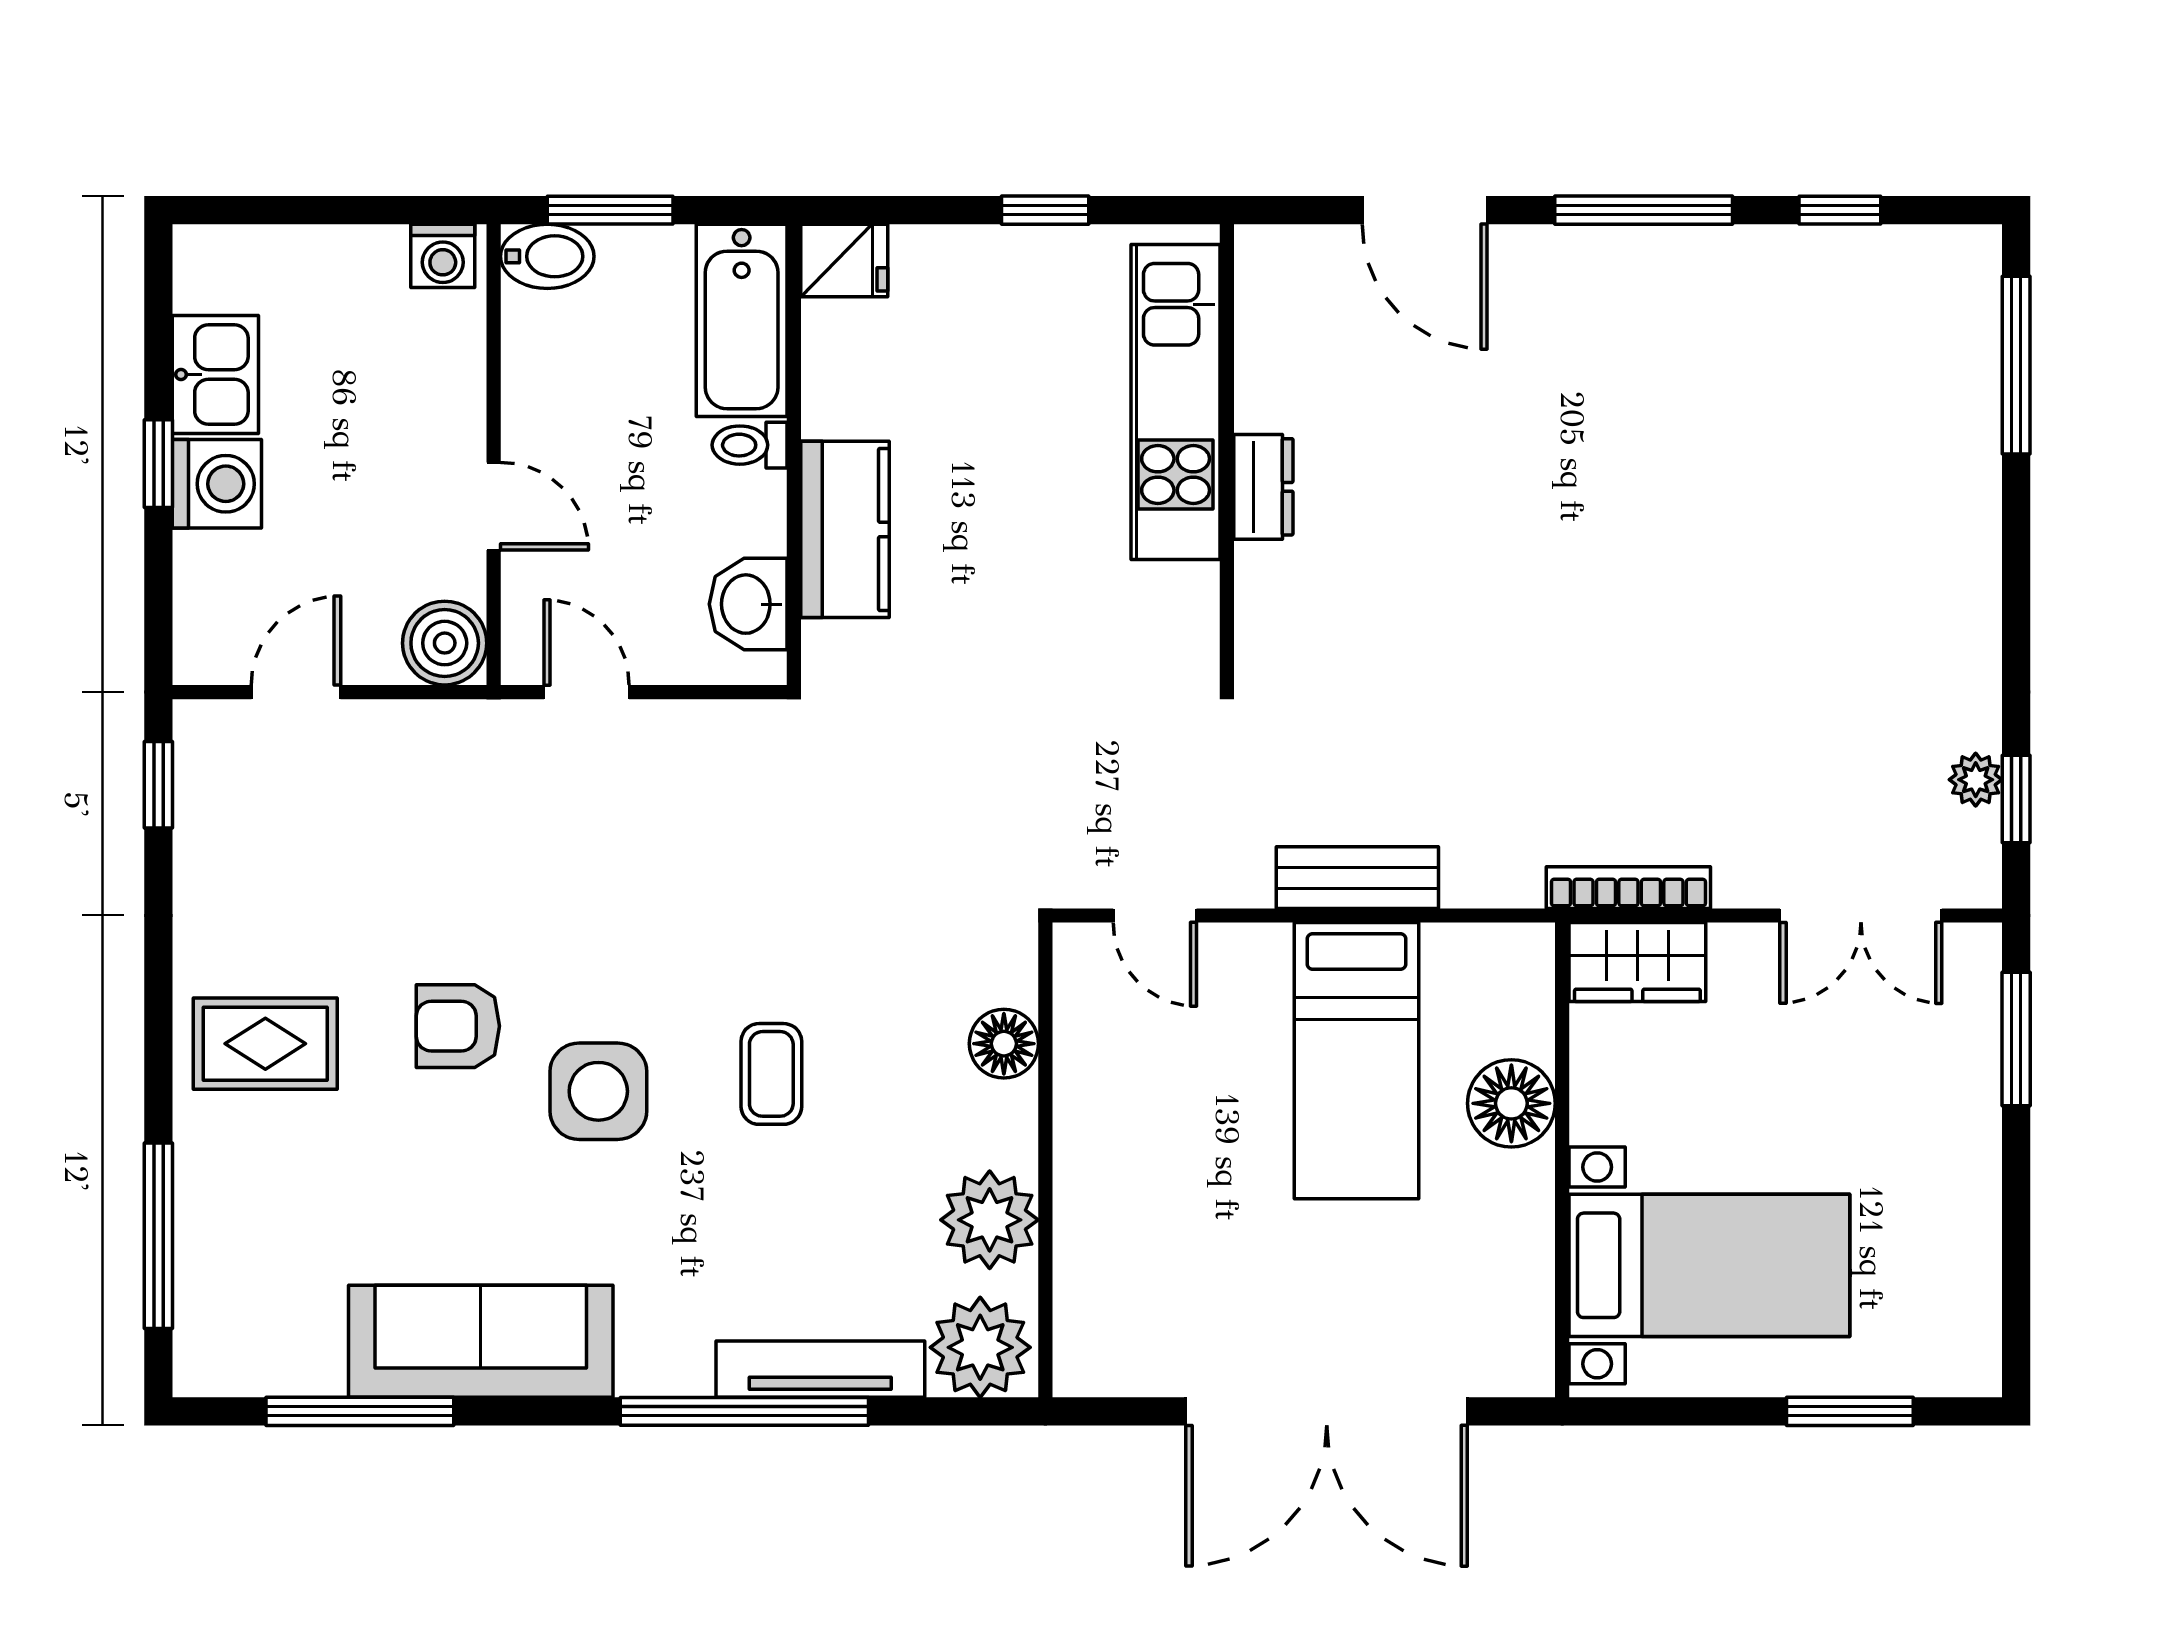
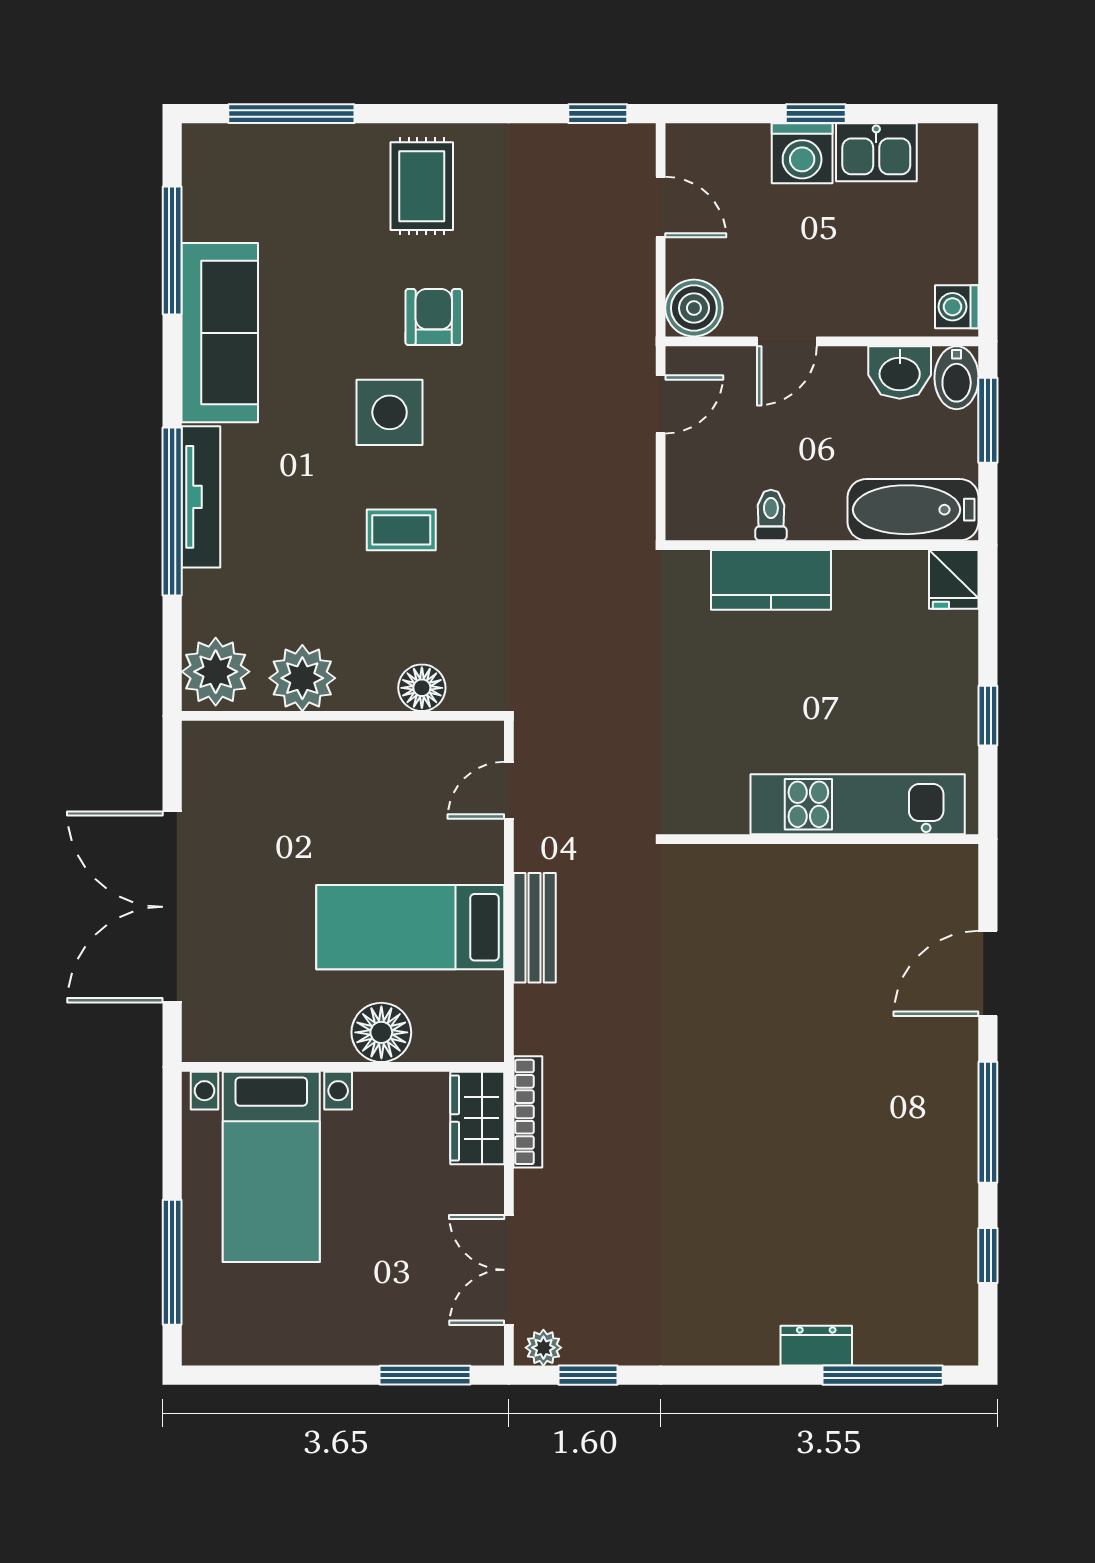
toilet: (750, 445) -> (771, 515), moved
dresser: (1263, 487) -> (816, 1346), moved, turned 180
washbasin: (748, 604) -> (900, 372), moved, turned 180
plant: (1976, 780) -> (543, 1348), moved
tv unit: (820, 1369) -> (201, 497), moved
window: (1850, 1411) -> (172, 1262), width x1.44

